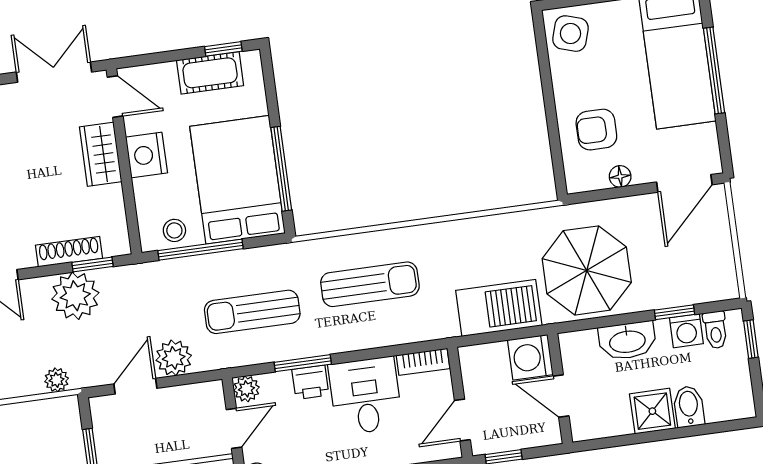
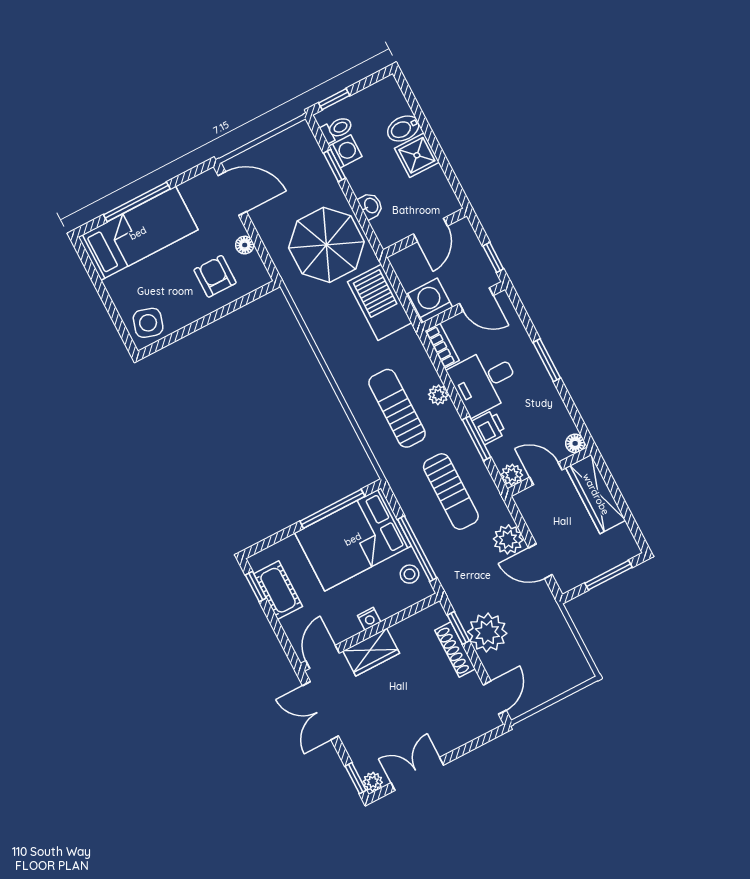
armchair: (596, 130) -> (215, 276), turned 180
nightstand: (146, 155) -> (369, 619), width x0.53, depth x0.56
washbasin: (627, 341) -> (371, 206), width x0.52, depth x0.69
washing machine: (530, 357) -> (430, 300), moved, turned 180
plant: (57, 380) -> (438, 395), moved

